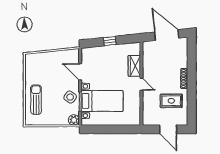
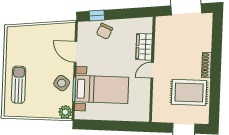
window: (110, 41) -> (97, 15), moved
chair: (103, 55) -> (104, 31), added
door: (141, 84) -> (152, 70), swing flipped
rug: (171, 101) -> (189, 92), width x1.36, depth x1.43

